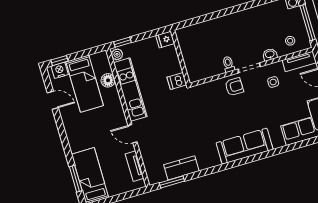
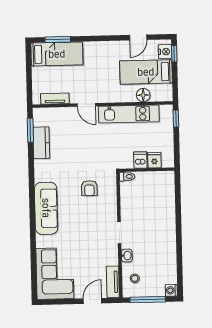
fridge: (165, 39) -> (154, 160), moved
plant: (117, 54) -> (166, 110), removed
toilet: (228, 64) -> (127, 177), moved
dishwasher: (177, 81) -> (140, 160), moved
side table: (273, 82) -> (100, 252), removed
armchair: (234, 87) -> (89, 188), moved
door: (132, 134) -> (86, 105), swing flipped

